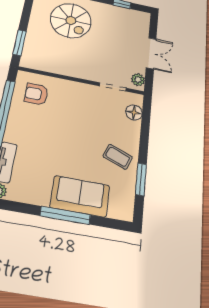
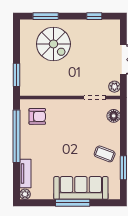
armchair: (36, 94) -> (37, 116), turned 180
sofa: (80, 196) -> (81, 188), width x1.36

